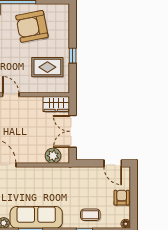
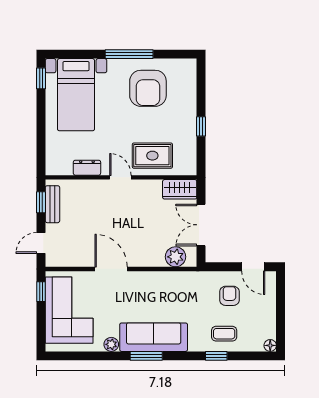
armchair: (32, 26) -> (148, 88), turned -79
rug: (47, 67) -> (152, 156), moved
armchair: (122, 198) -> (229, 296), moved

